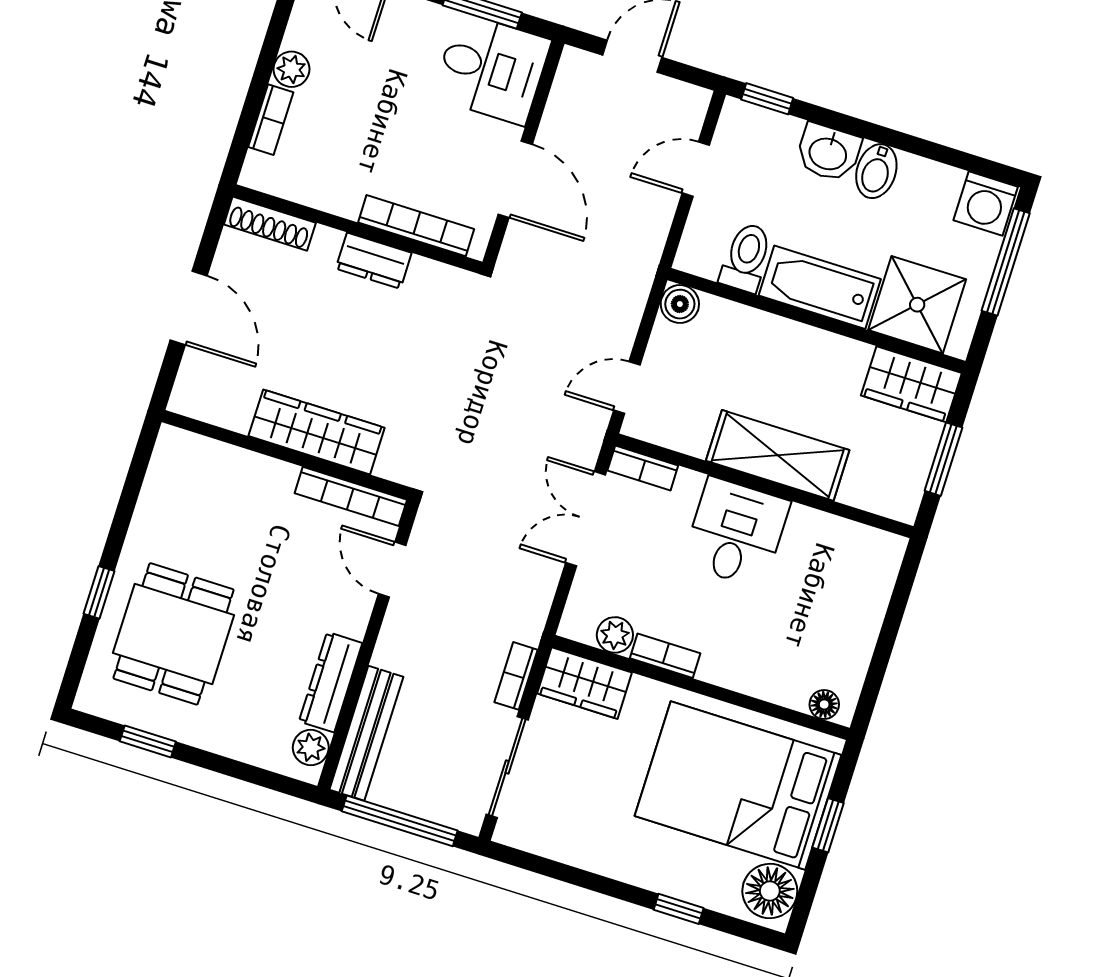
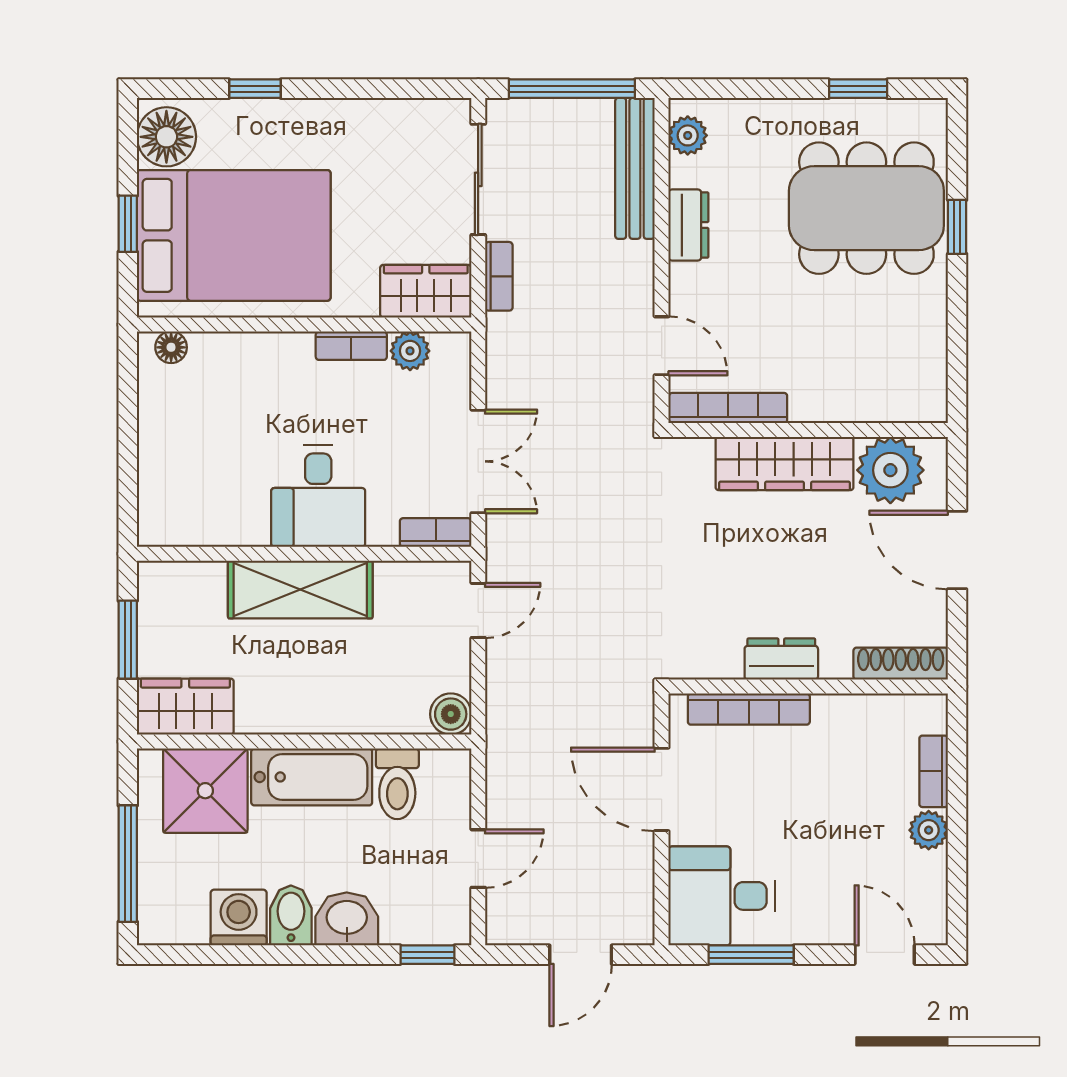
washing machine: (986, 204) -> (239, 918), moved
plant: (225, 397) -> (890, 470), added
dining table: (174, 634) -> (866, 208), width x1.38
dresser: (331, 682) -> (688, 225), width x0.70

